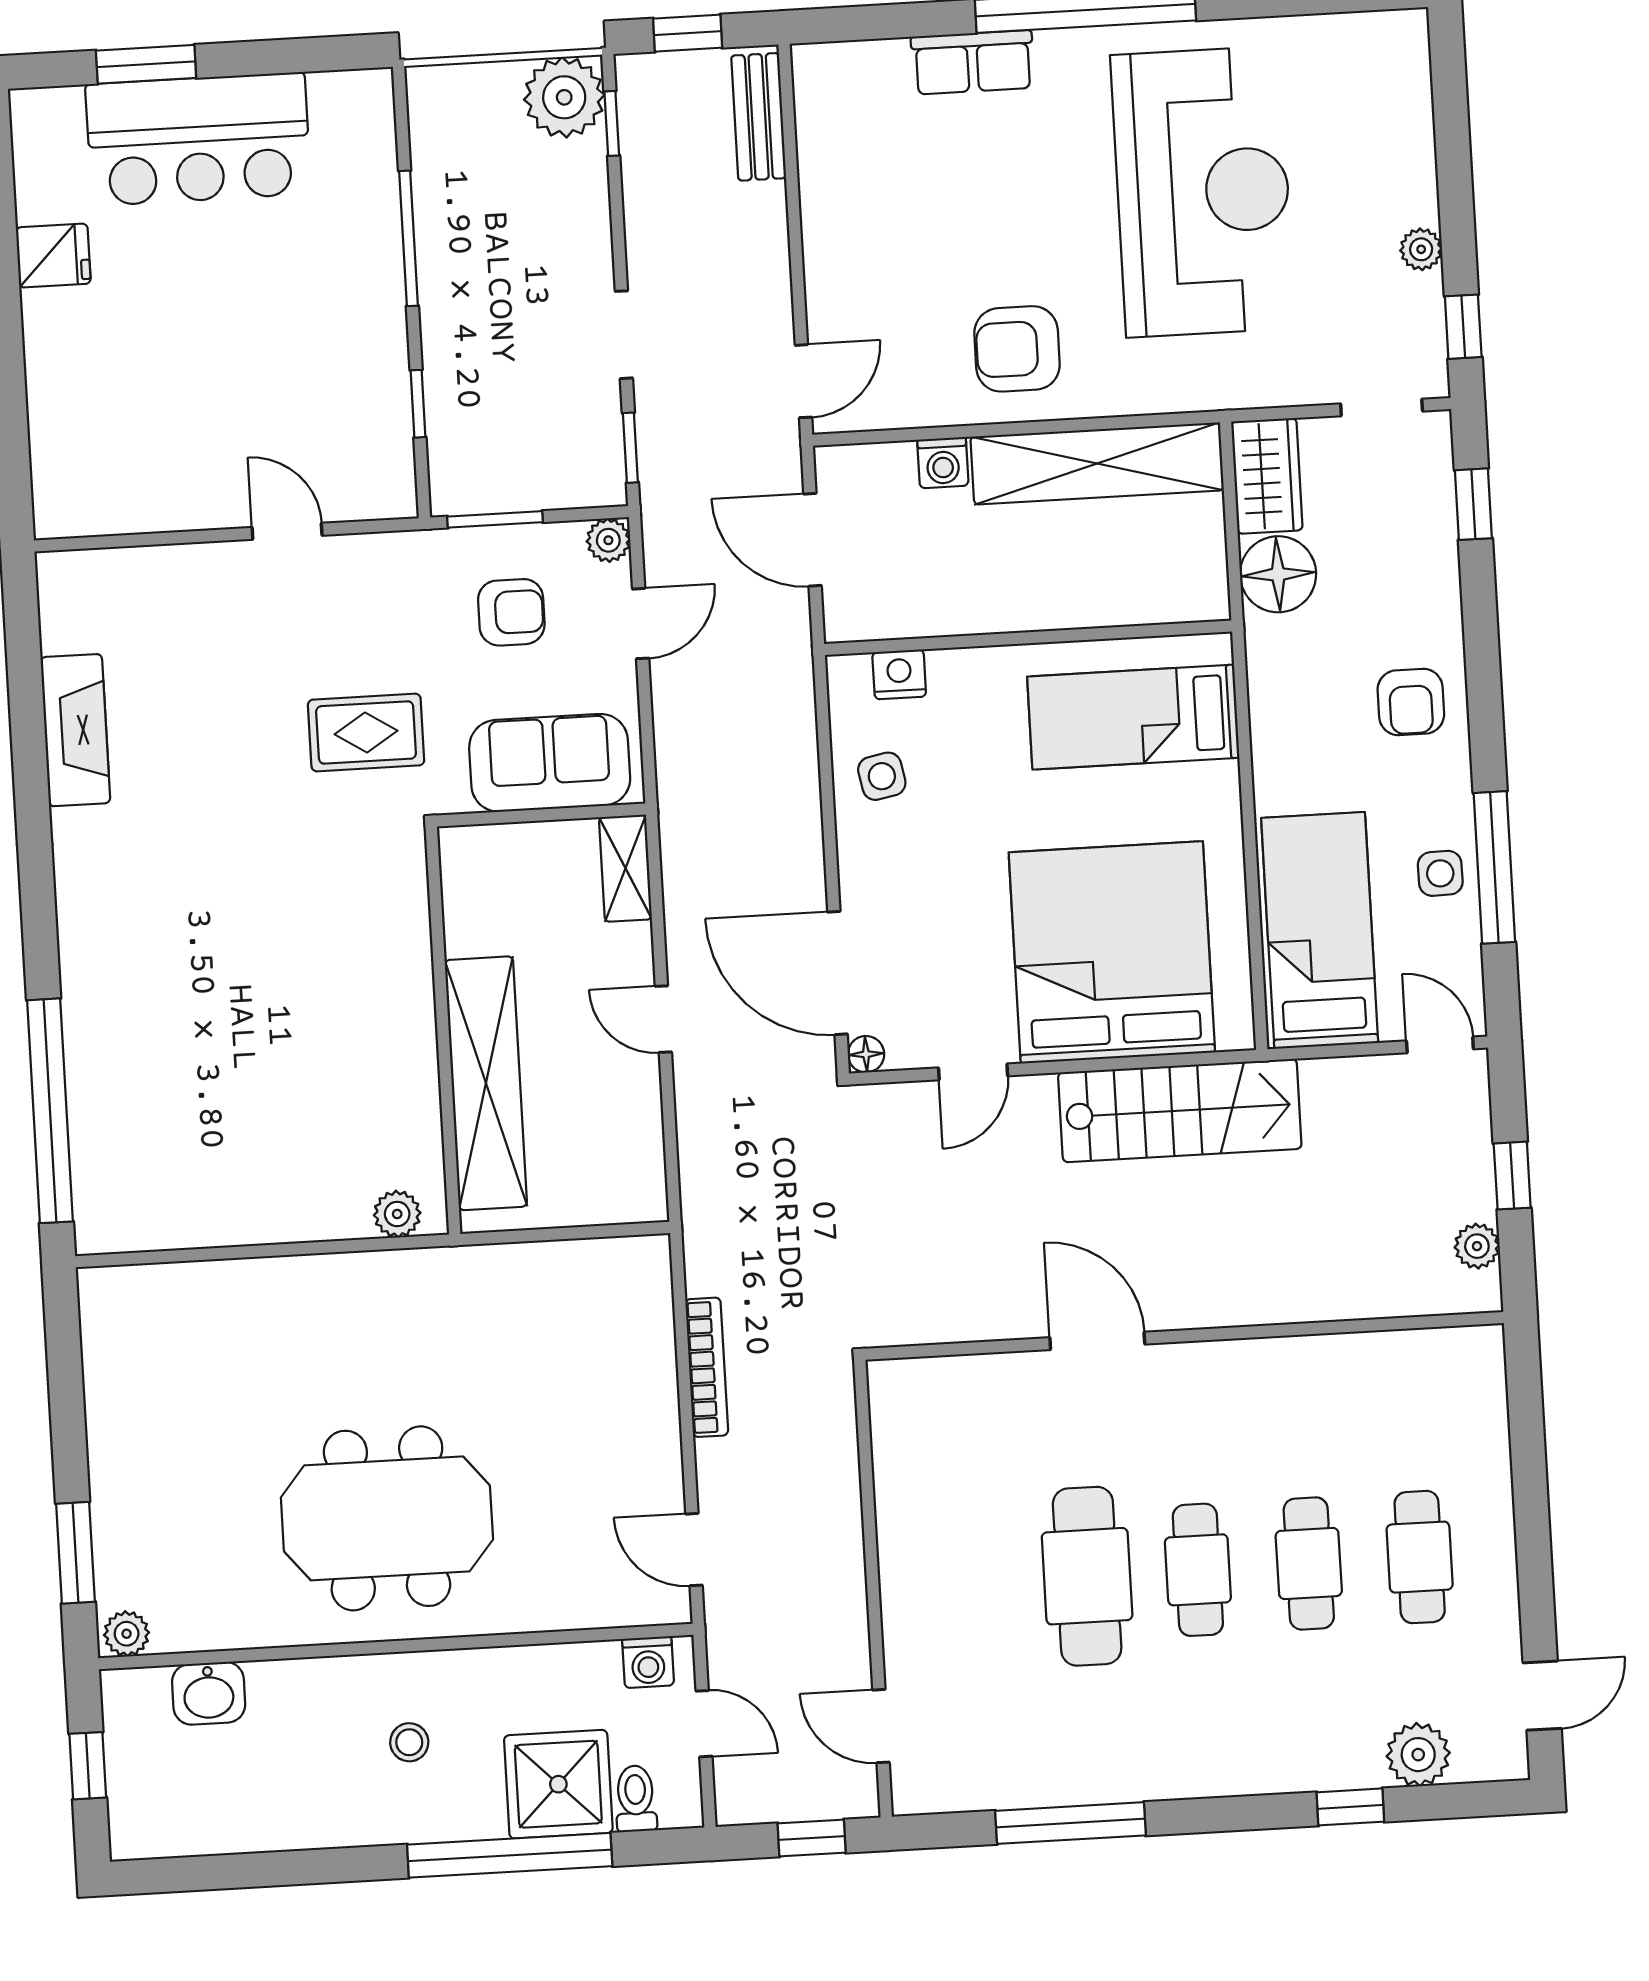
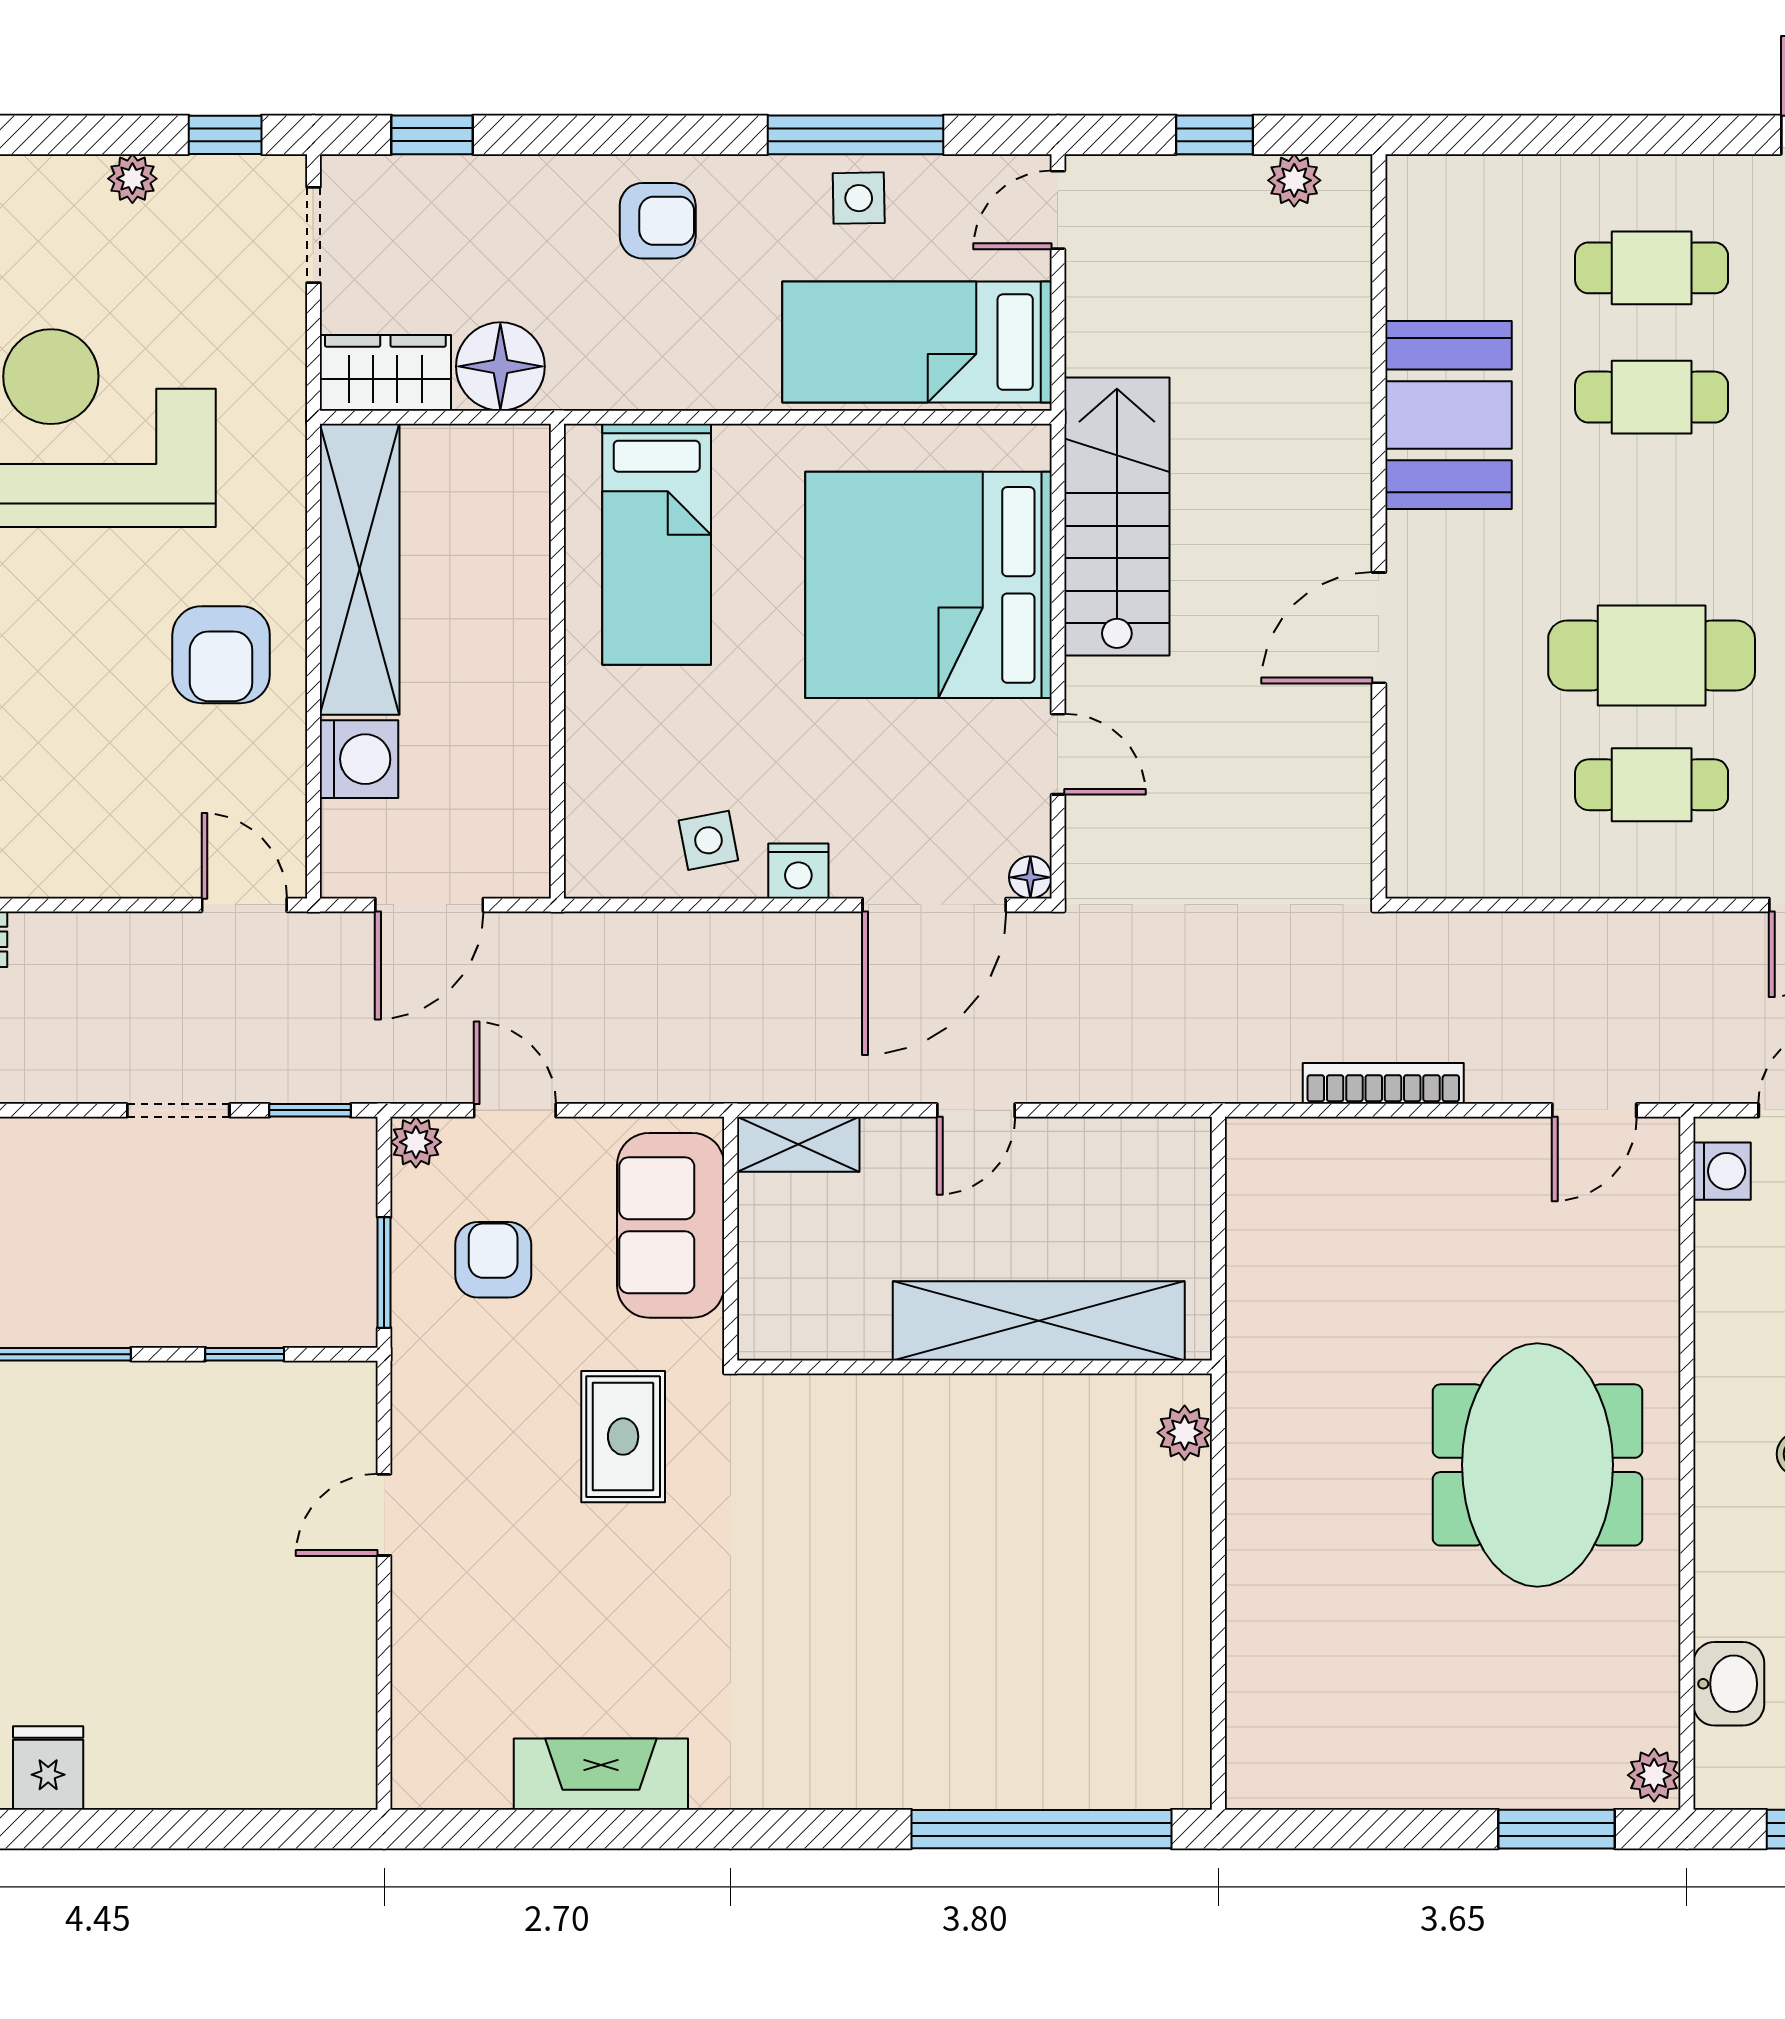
washing machine: (943, 463) -> (359, 759), width x1.38, depth x1.38
nightstand: (899, 674) -> (798, 871), moved, turned -90
booth: (1283, 1390) -> (1448, 415), added
cafe table: (1198, 1570) -> (1652, 785), moved

